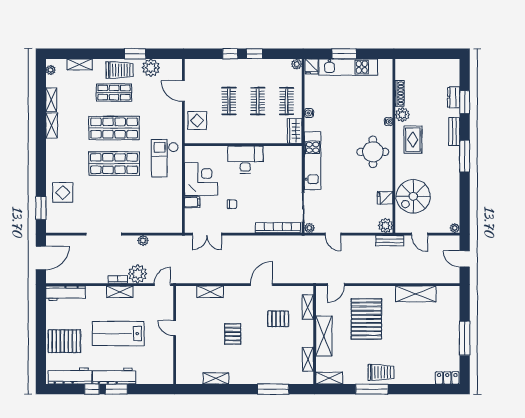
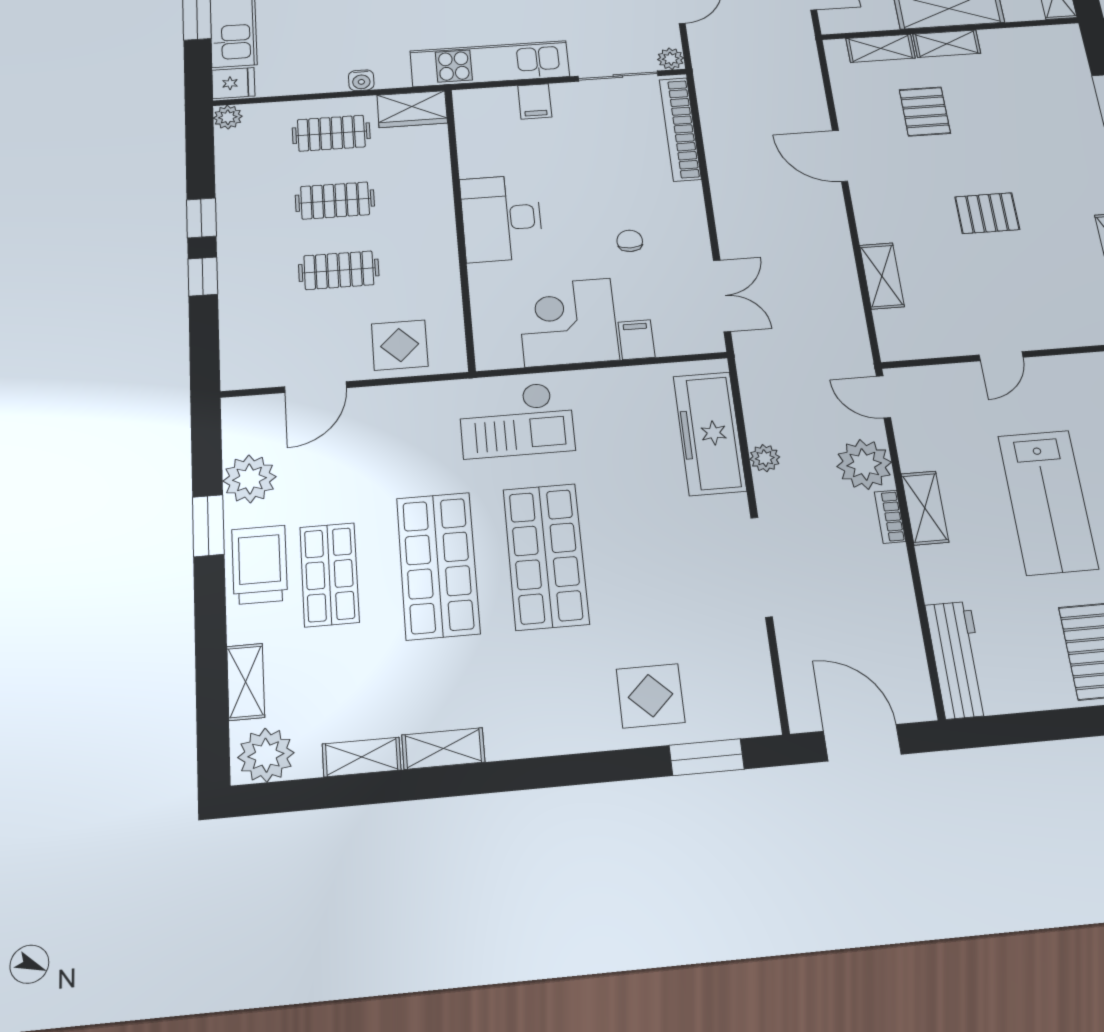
plant: (51, 70) -> (266, 755), width x1.87, depth x1.87
filing cabinet: (294, 176) -> (535, 101), added
freezer: (154, 223) -> (710, 433), added
shelving: (308, 359) -> (947, 44), moved

